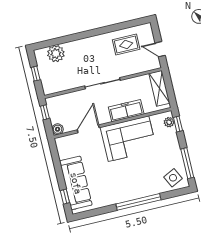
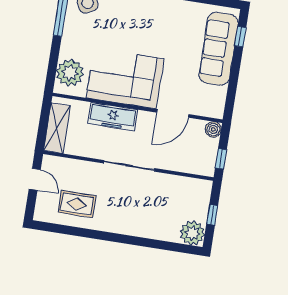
plant: (56, 54) -> (192, 233), moved
plant: (169, 122) -> (70, 73), width x1.88, depth x1.88
window: (178, 124) -> (52, 71), removed

